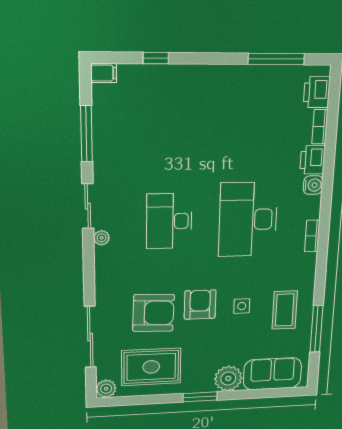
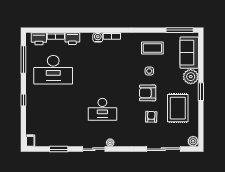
window: (156, 58) -> (23, 100), moved
window: (86, 134) -> (59, 149), width x0.69
water cooler: (313, 185) -> (98, 37), moved
desk: (248, 219) -> (53, 70), moved
armchair: (153, 313) -> (151, 117), width x0.53, depth x0.53
window: (316, 329) -> (180, 30), moved
rug: (151, 367) -> (178, 108), moved

